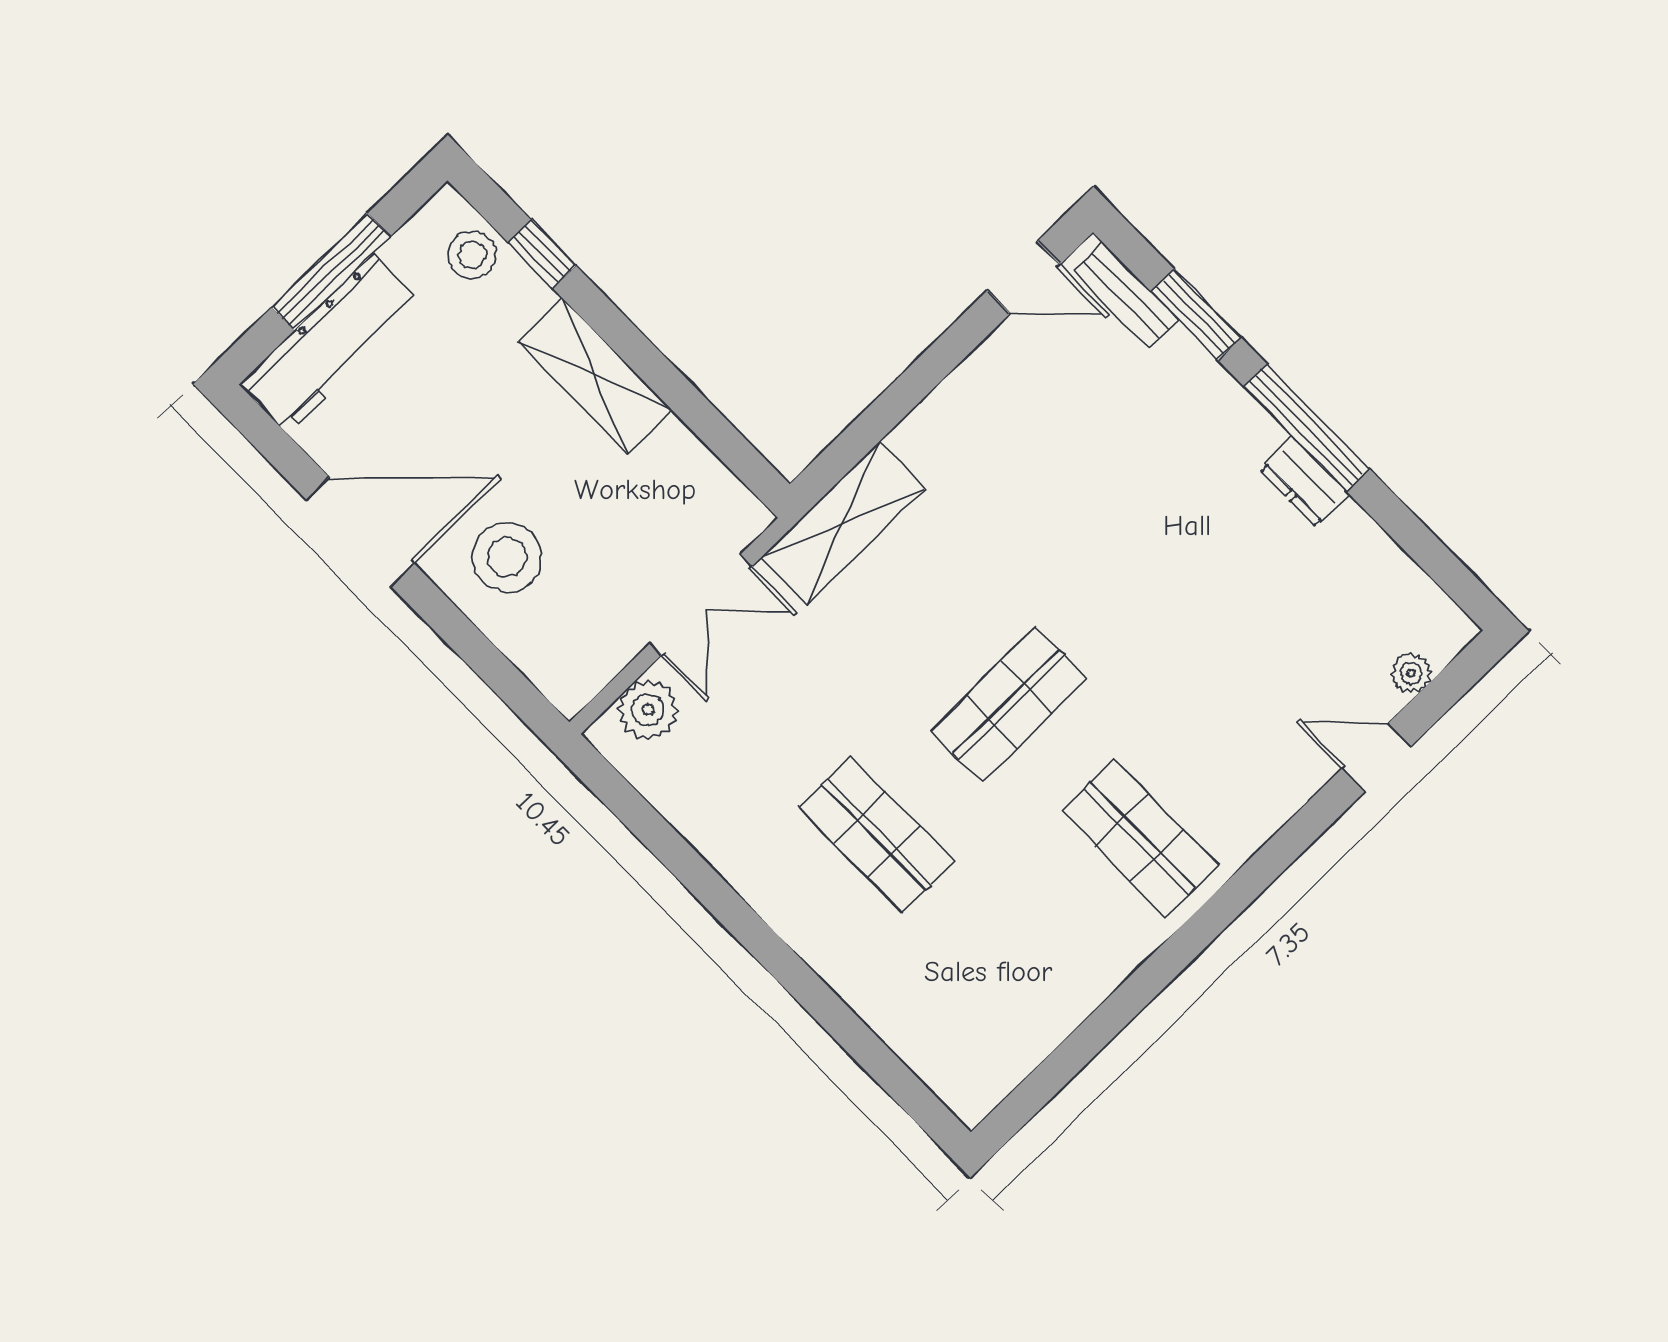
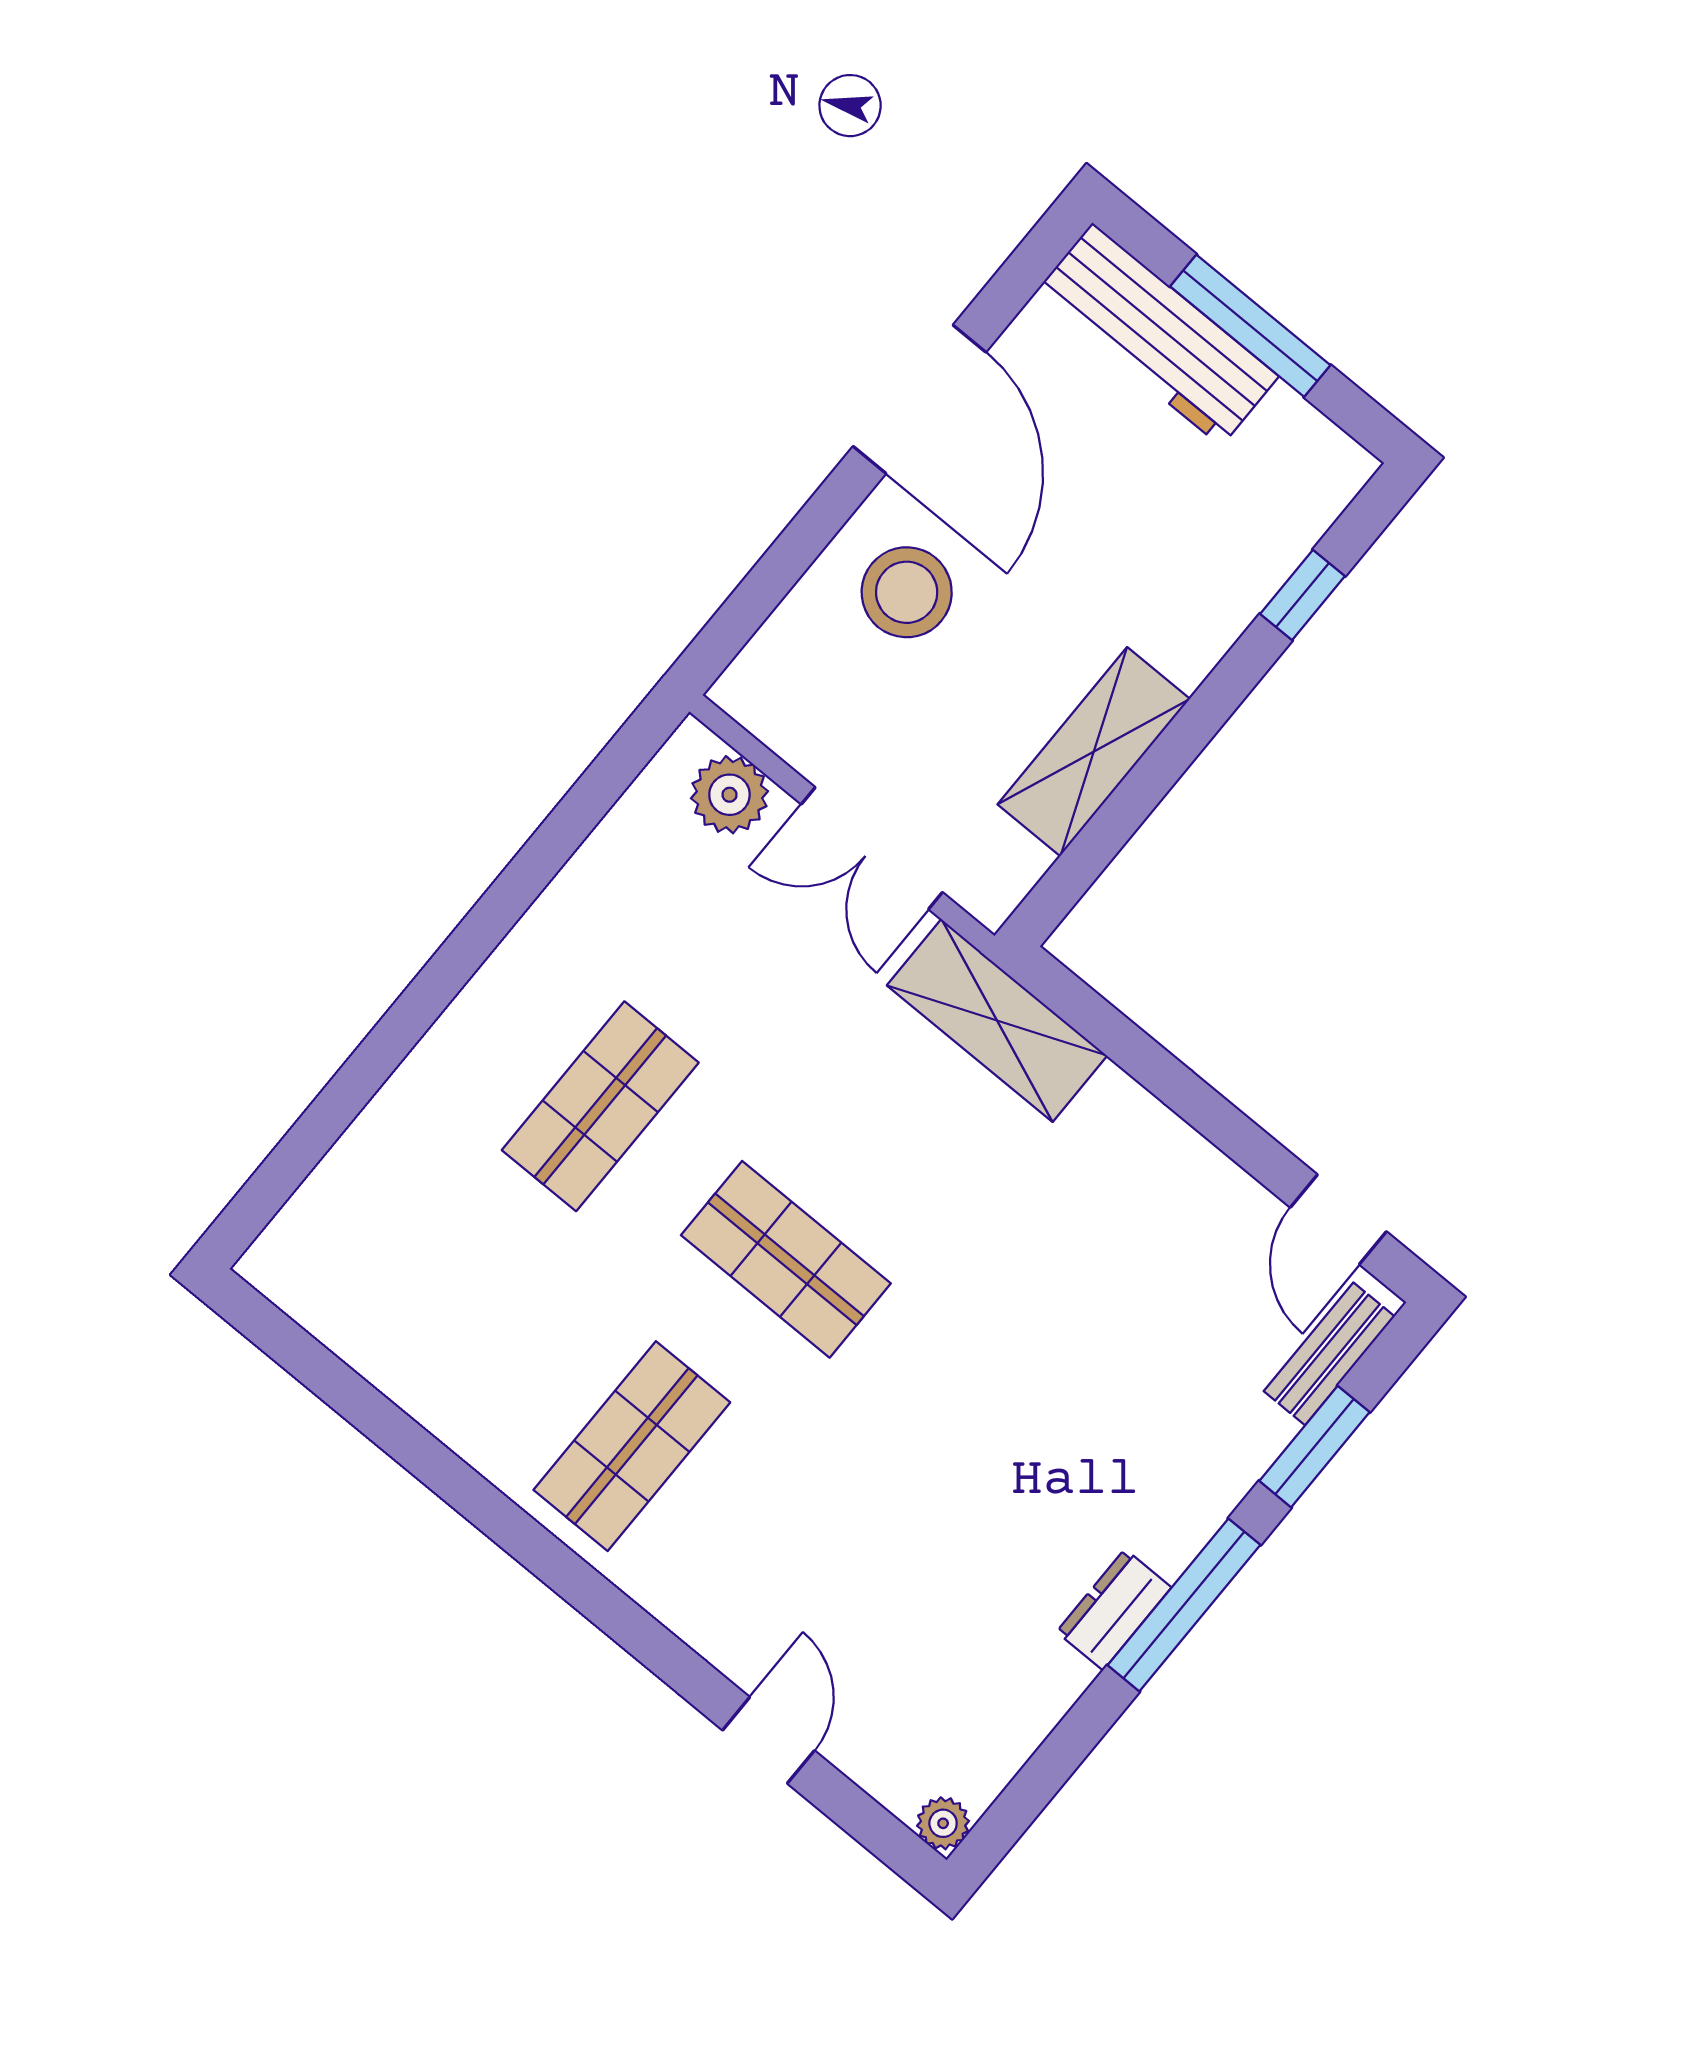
stool: (472, 255) -> (1291, 505), removed
shelving: (595, 376) -> (1094, 752), moved
plant: (1411, 673) -> (943, 1823), moved

